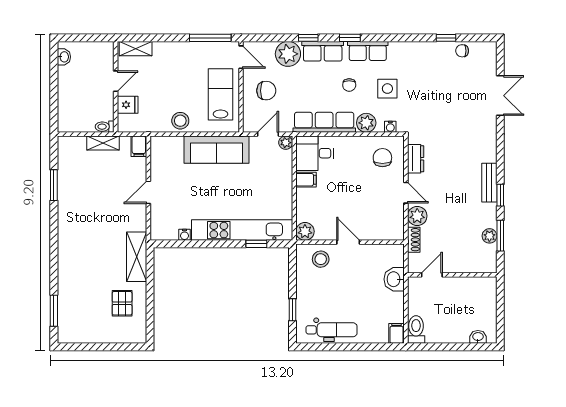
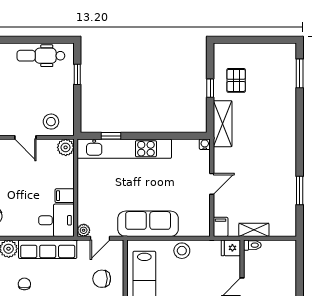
fridge: (128, 105) -> (231, 248), moved
water cooler: (184, 235) -> (205, 144), moved
window: (150, 295) -> (210, 88), added

